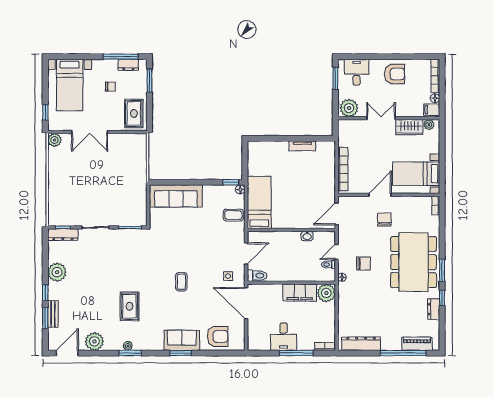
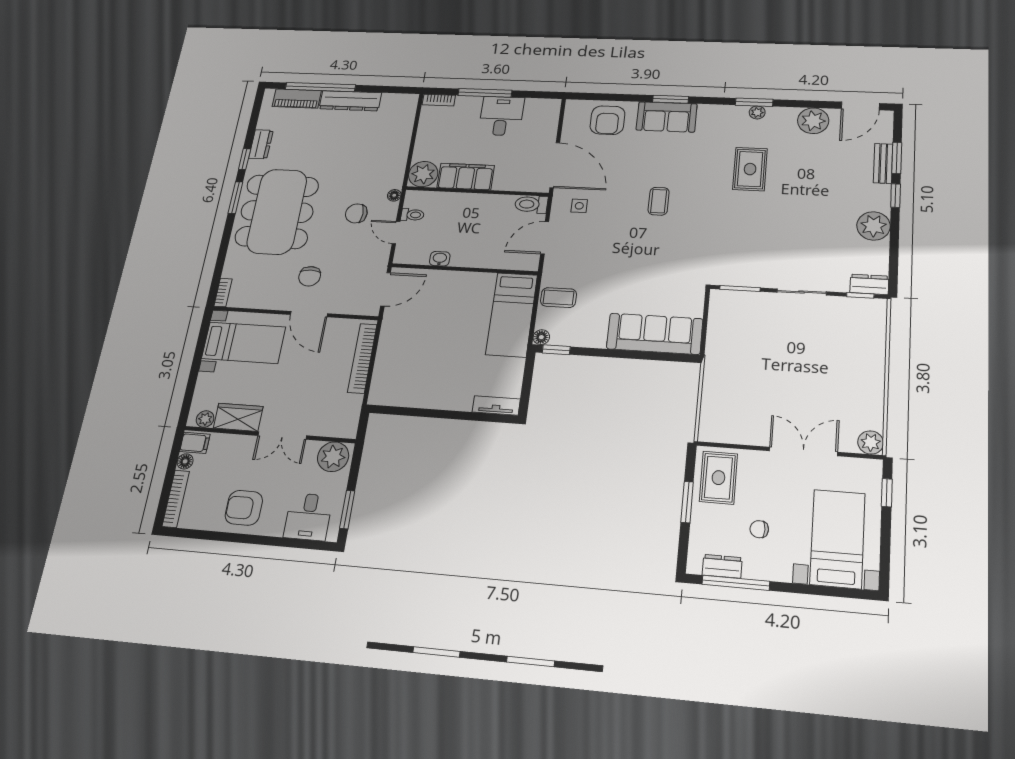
window: (149, 81) -> (687, 502), moved
tv unit: (302, 146) -> (496, 405), moved
door: (380, 195) -> (309, 314), hinge flipped
dresser: (63, 235) -> (869, 284), width x0.70
door: (337, 252) -> (396, 233), swing flipped
armchair: (218, 336) -> (607, 120), turned -90
dresser: (361, 344) -> (350, 101), moved

